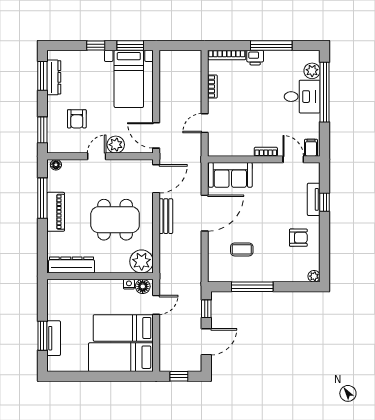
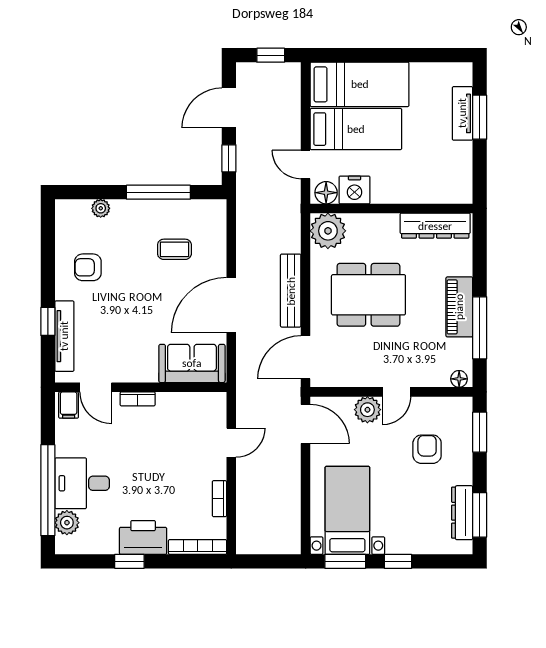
window: (271, 46) -> (129, 561), width x0.46
printer: (255, 58) -> (143, 537), width x1.87, depth x1.48
tv unit: (314, 199) -> (64, 336), width x1.41
bench: (166, 216) -> (291, 291), width x1.36
plant: (314, 276) -> (101, 208), moved
nightstand: (129, 284) -> (354, 190), width x1.89, depth x1.79
door: (156, 305) -> (306, 164), hinge flipped

